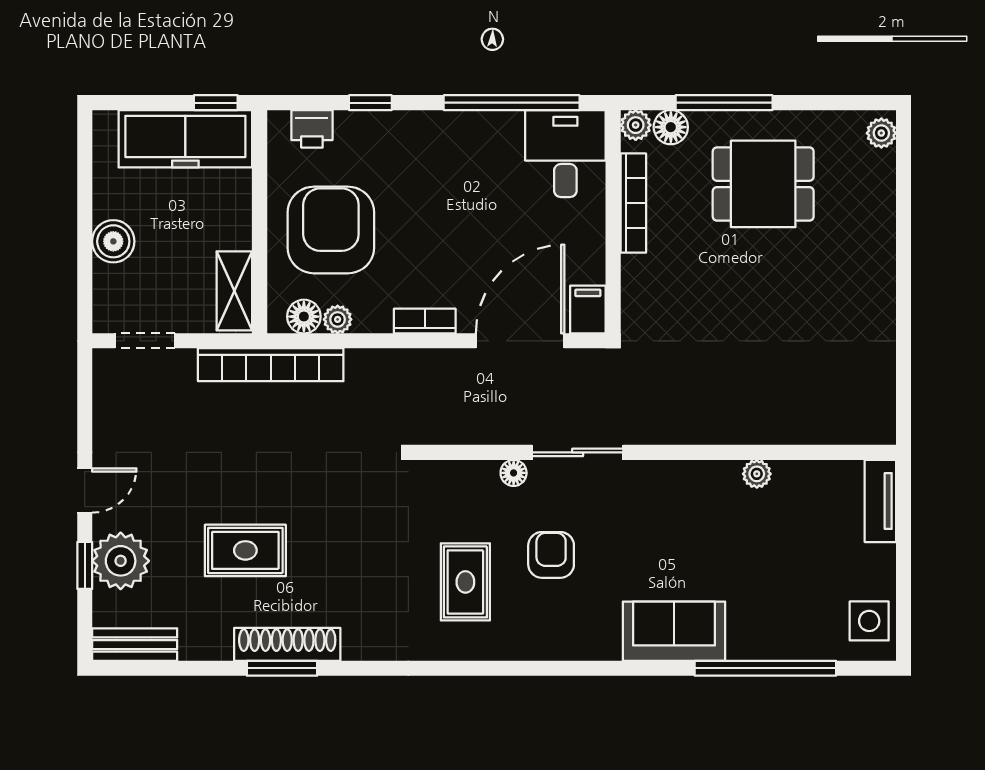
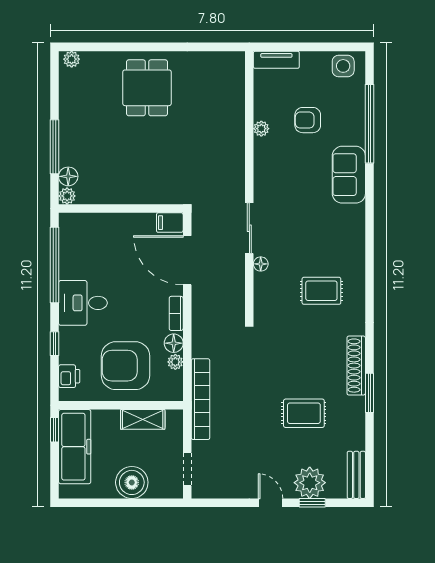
desk: (565, 154) -> (83, 303), moved
dining table: (763, 184) -> (147, 88), moved
bookcase: (633, 203) -> (110, 197), removed
boiler: (113, 241) -> (132, 482), width x1.37, depth x1.37
shelving: (234, 291) -> (143, 419), moved
floor lamp: (304, 317) -> (174, 343), moved
rug: (245, 550) -> (304, 413), turned 90
armchair: (551, 555) -> (308, 120), moved
shoe rack: (287, 644) -> (356, 366), moved

